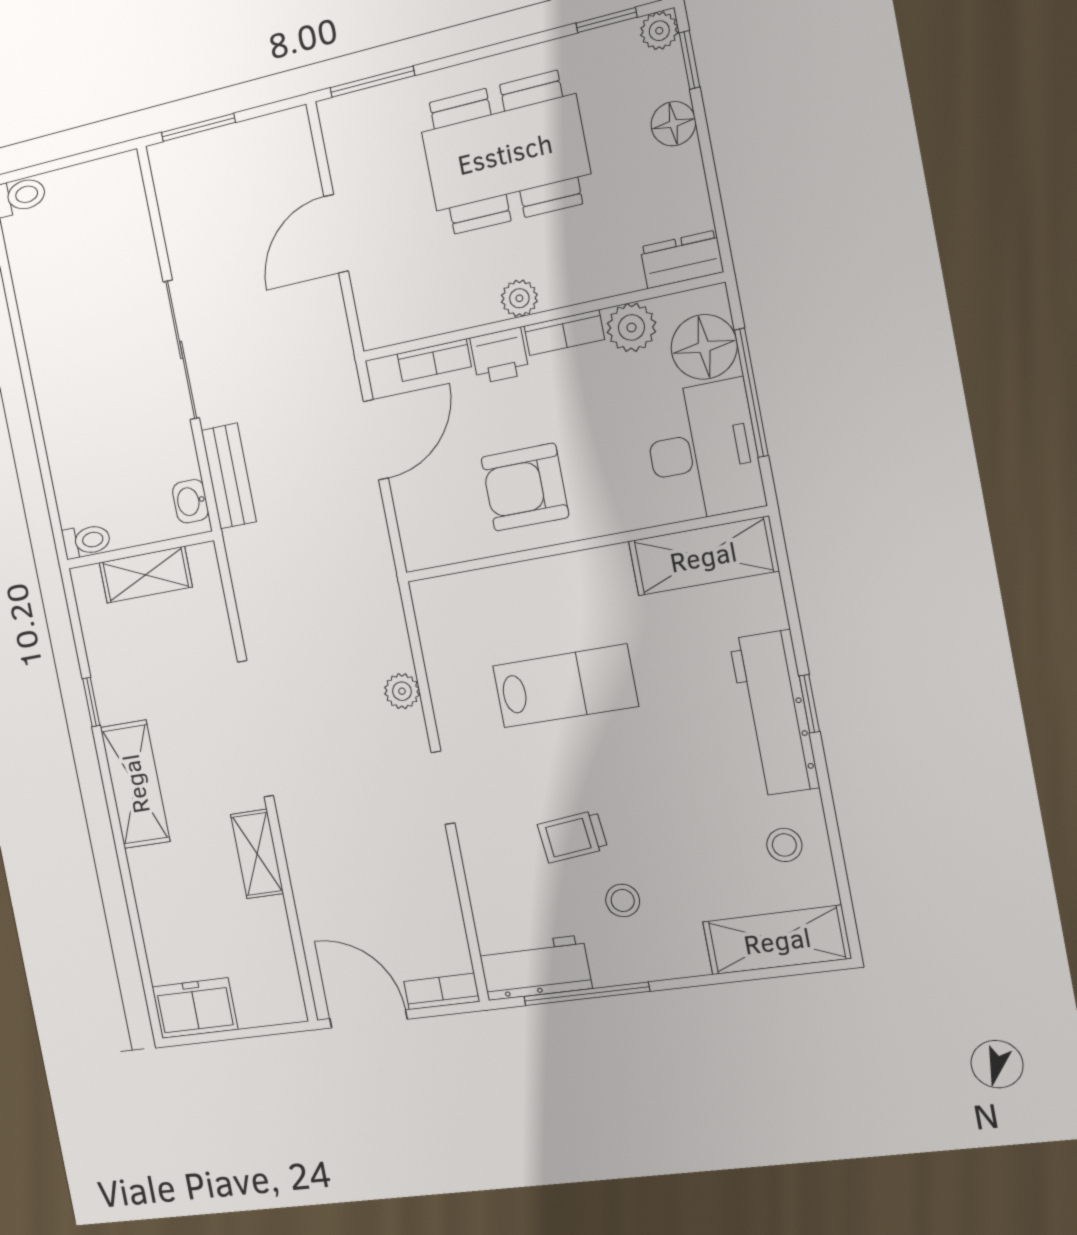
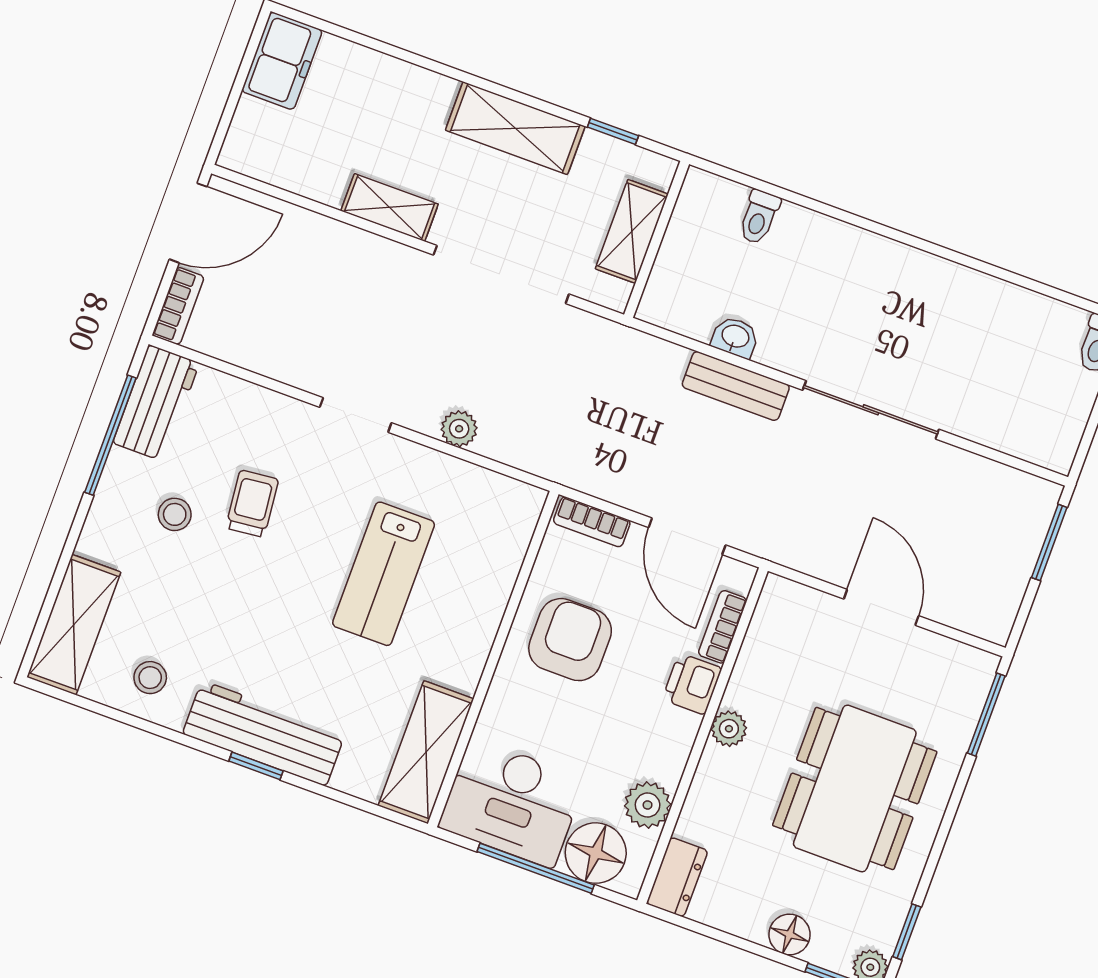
bookcase: (564, 333) -> (592, 522), moved, turned -90
wall: (140, 550) -> (657, 239), moved
shelving: (146, 575) -> (632, 231), moved

